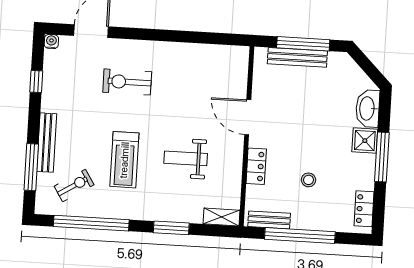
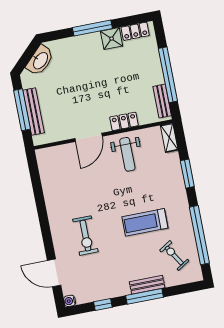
washbasin: (368, 108) -> (40, 60), moved, turned -45
shower: (365, 141) -> (112, 39), moved
bench: (47, 143) -> (147, 285), width x0.73
weight bench: (186, 158) -> (127, 154), moved
treadmill: (124, 160) -> (145, 222), turned 180
window: (31, 167) -> (144, 296), moved
stool: (309, 180) -> (124, 79), removed

